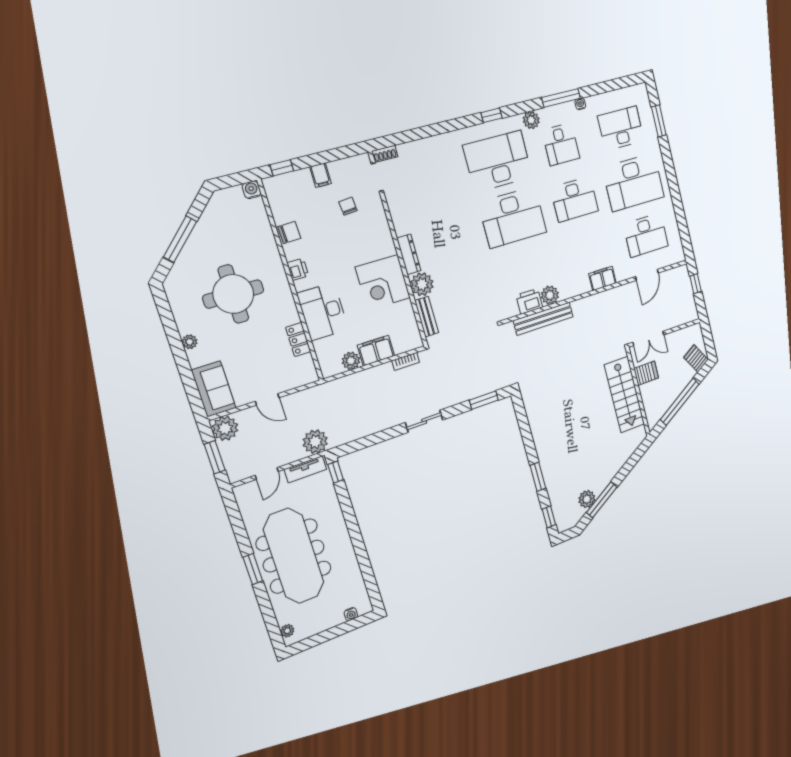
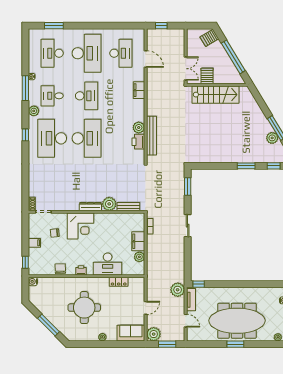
desk: (561, 144) -> (52, 96), turned 180
corner desk: (383, 282) -> (80, 226), moved

